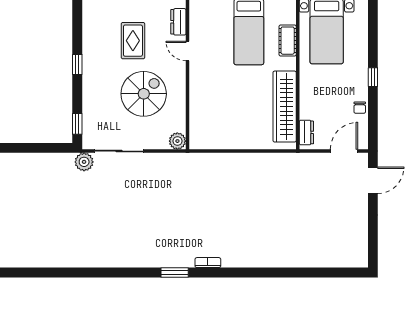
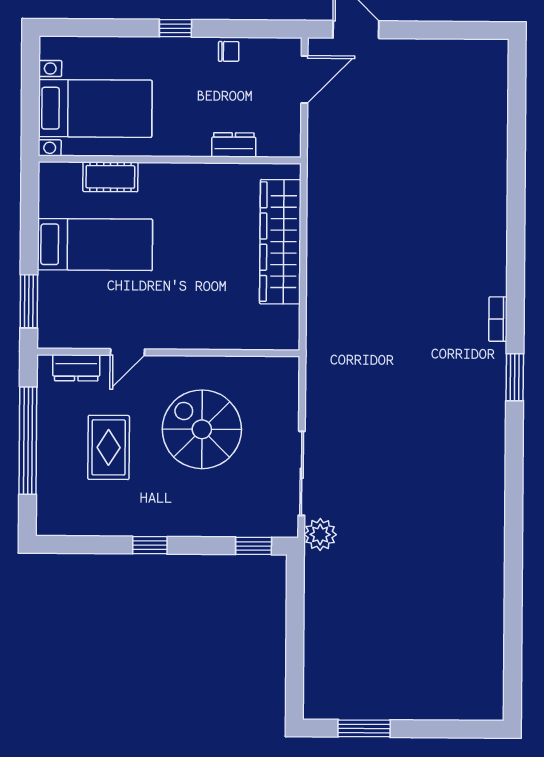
rug: (133, 41) -> (109, 447), turned 90
wardrobe: (285, 107) -> (280, 242), moved, turned 90
dresser: (306, 132) -> (234, 145), moved
plant: (177, 141) -> (285, 371), removed
door: (344, 151) -> (304, 79), swing flipped

